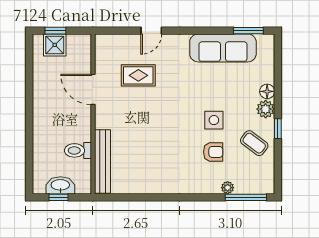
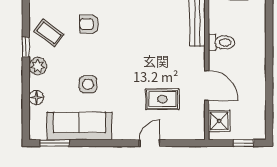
shower: (55, 45) -> (219, 121), moved
floor lamp: (267, 91) -> (36, 98), moved
side table: (214, 120) -> (88, 84), moved
toilet: (78, 150) -> (221, 42), moved

